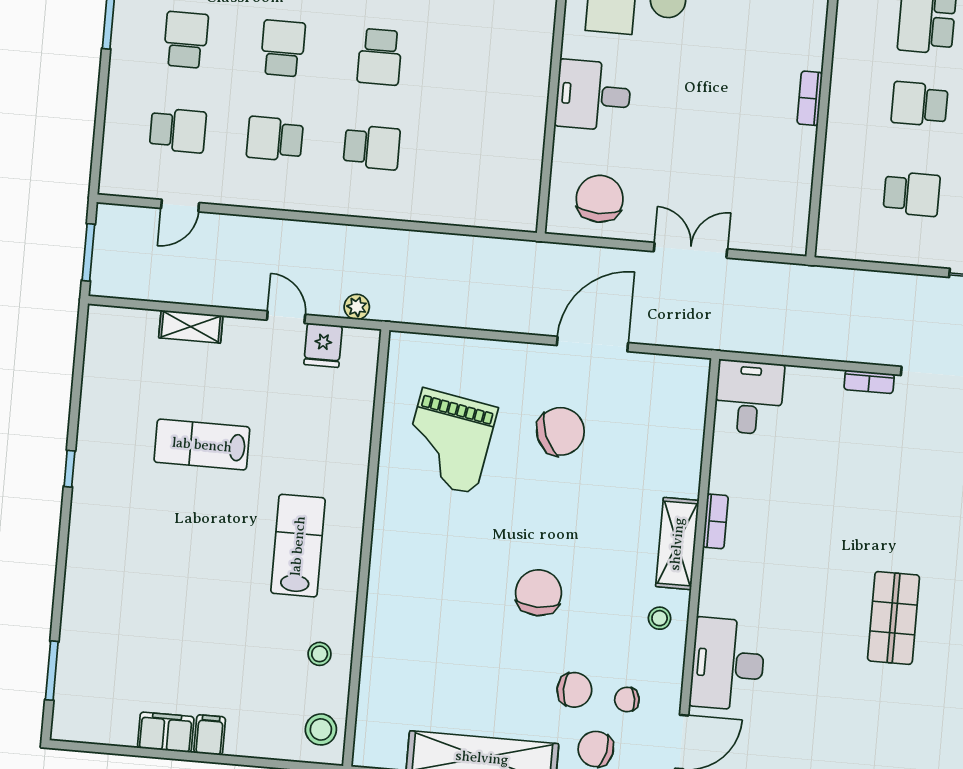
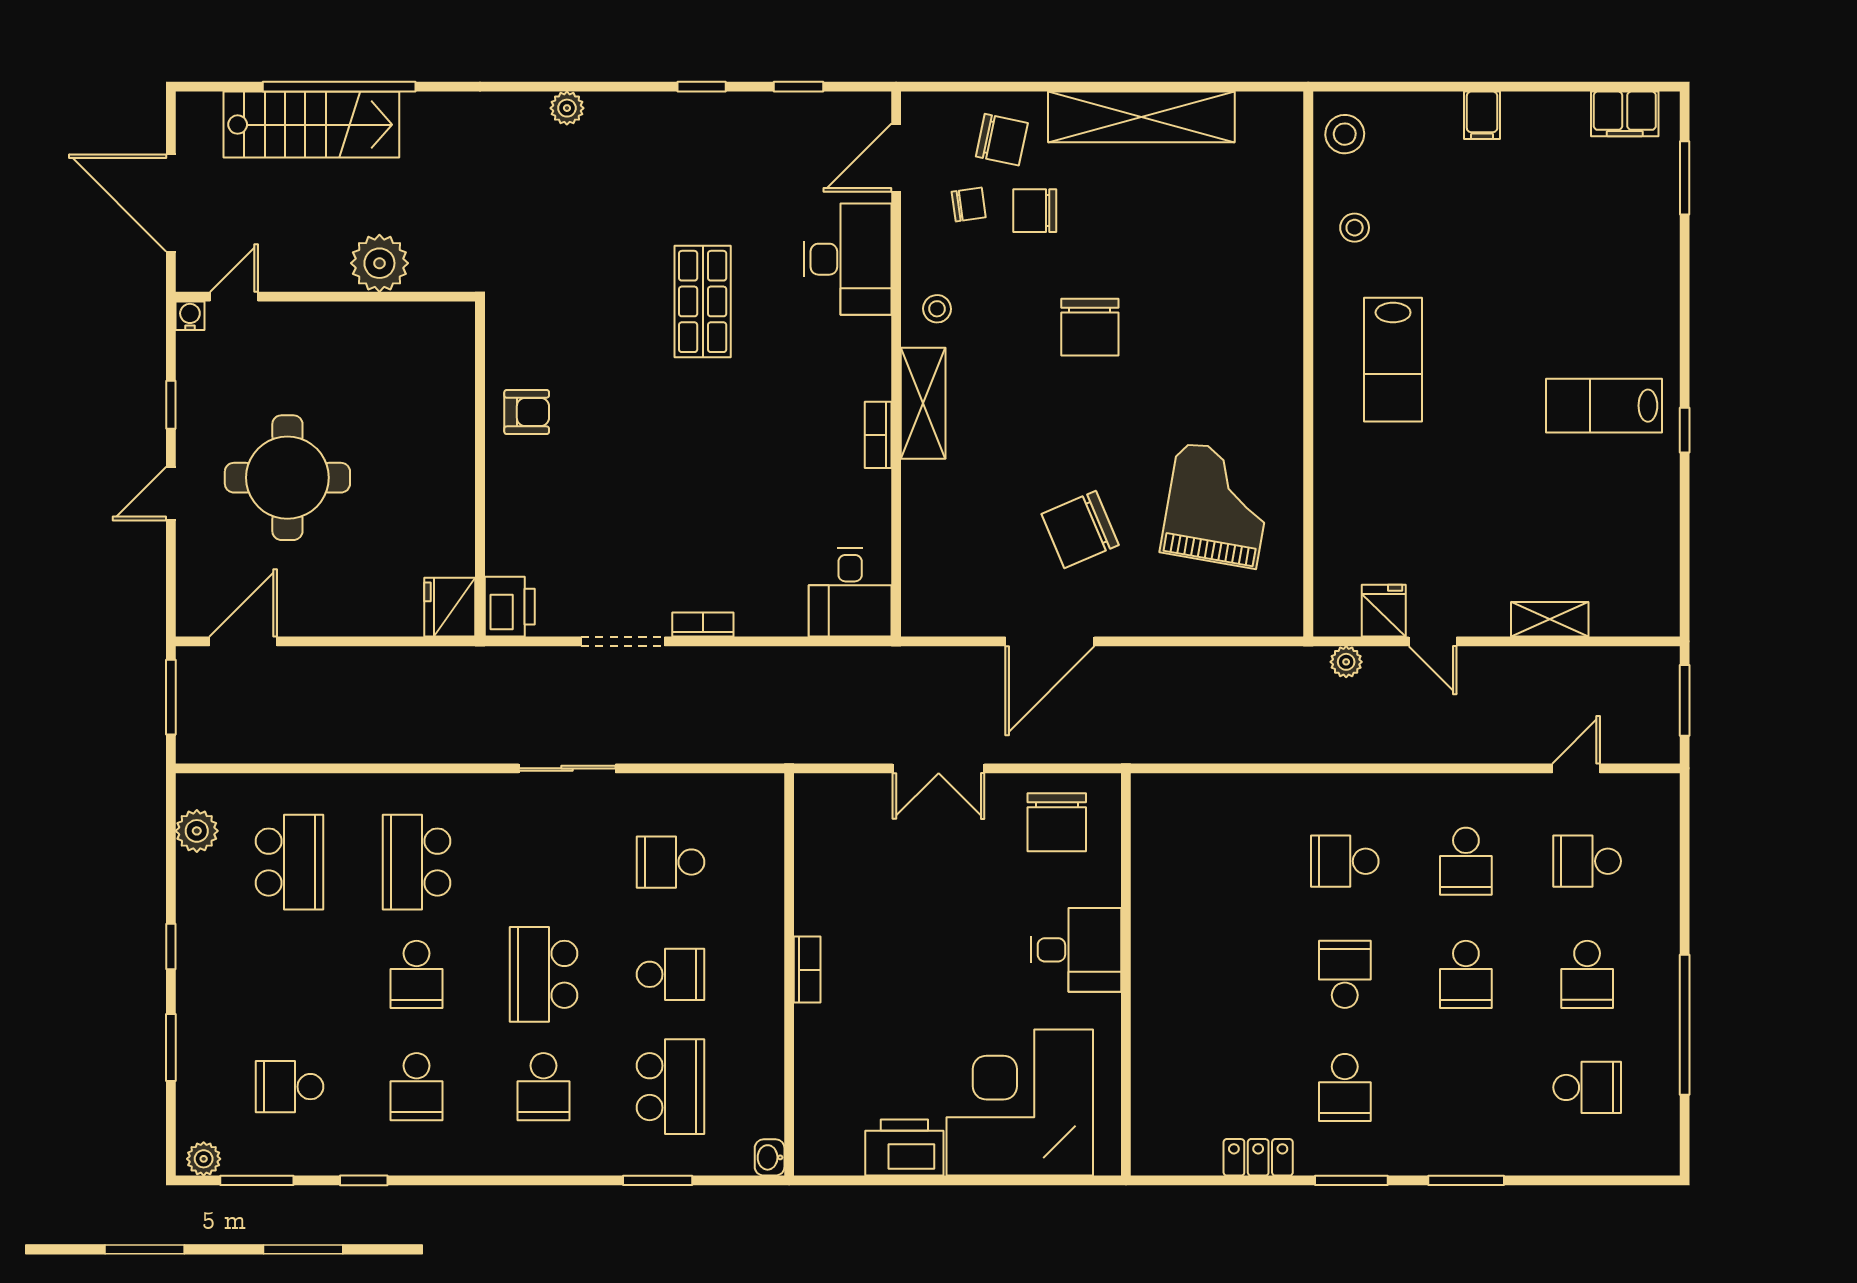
school desk: (275, 139) -> (1466, 861), turned 90
lab bench: (202, 445) -> (1604, 406), moved, turned 180
shop shelf: (894, 618) -> (703, 301), moved
filing cabinet: (166, 732) -> (1625, 114), moved

